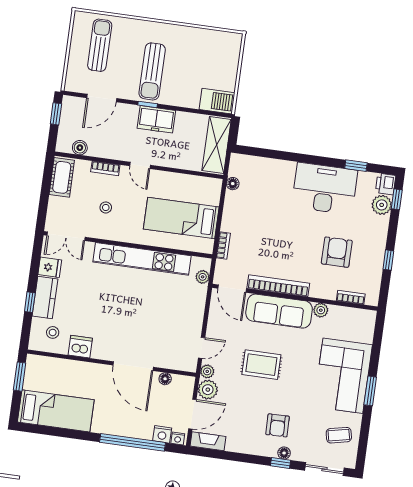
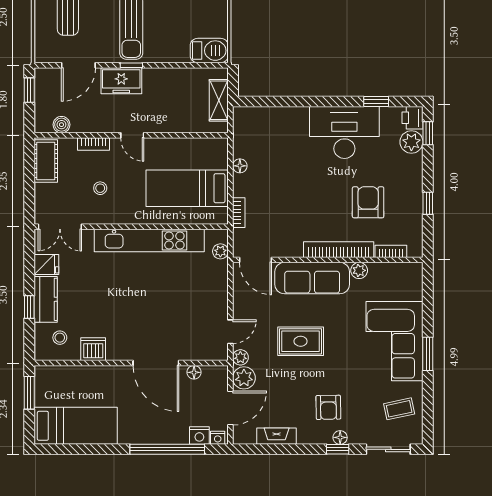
freezer: (156, 119) -> (121, 81), moved
shelving: (217, 145) -> (219, 100), width x0.67, depth x0.75
floor lamp: (233, 184) -> (240, 166), moved
bookcase: (278, 286) -> (339, 250), moved
fireplace: (208, 441) -> (277, 436), moved

